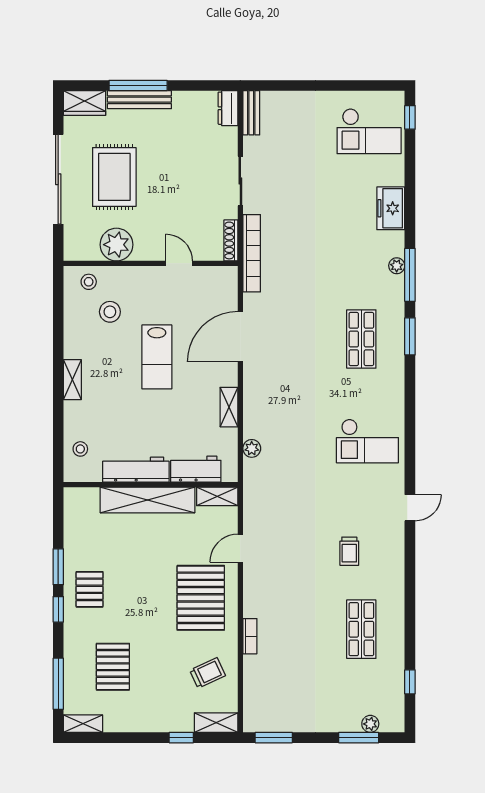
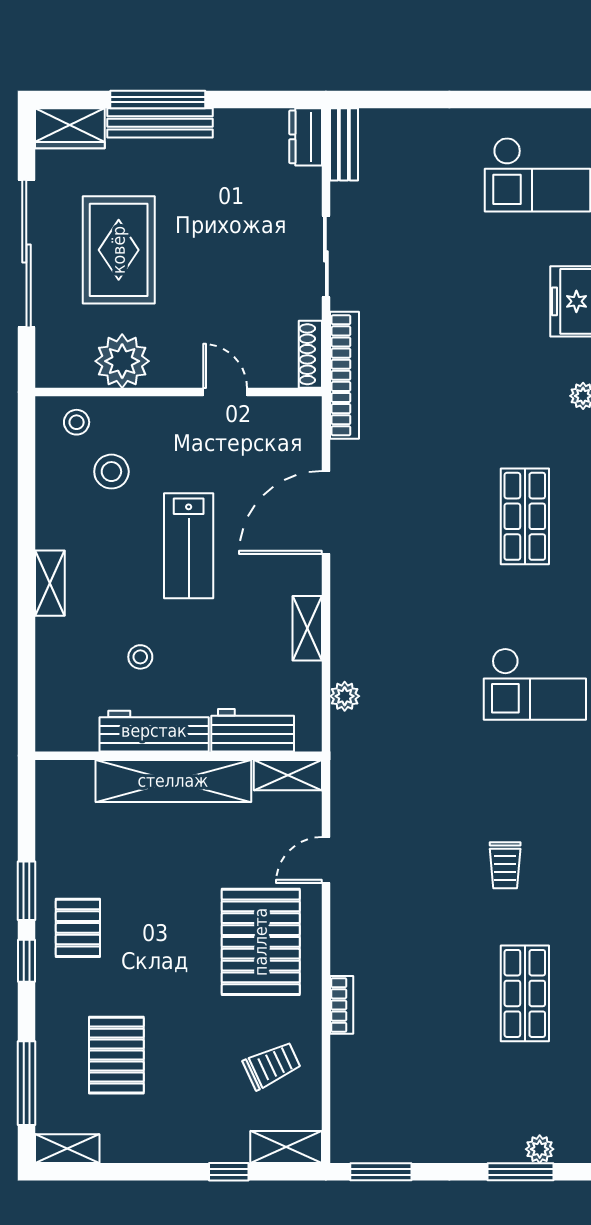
stool: (80, 449) -> (140, 657), moved

